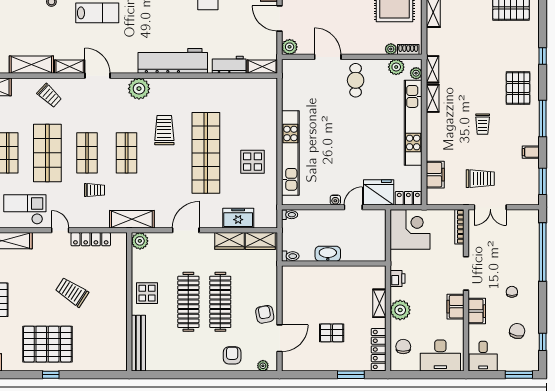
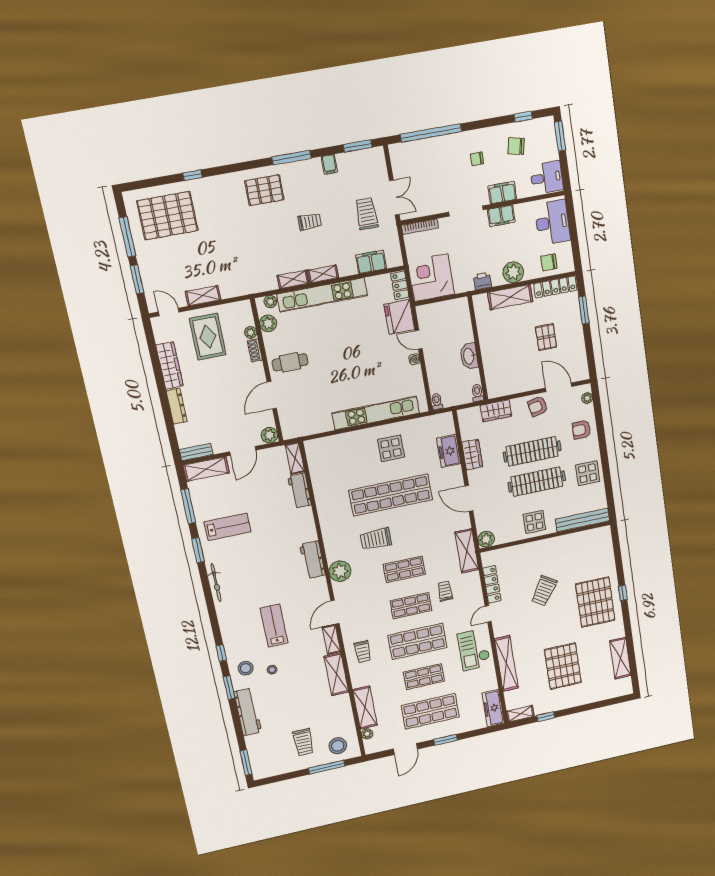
shoe rack: (408, 50) -> (255, 350), moved
window: (543, 56) -> (192, 175), moved
workbench: (173, 61) -> (313, 560), width x0.53, depth x0.76
shelving: (432, 69) -> (323, 274), moved
trolley: (49, 96) -> (363, 652), turned 137
wardrobe: (260, 241) -> (496, 411), moved, turned 90
shelving: (379, 303) -> (510, 297), width x1.50, depth x1.33
display table: (186, 355) -> (588, 473), added

